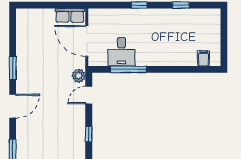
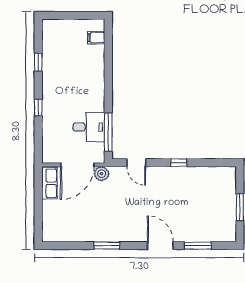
window: (129, 69) -> (108, 132), moved
plant: (79, 76) -> (102, 174), moved
door: (13, 106) -> (160, 246), moved

